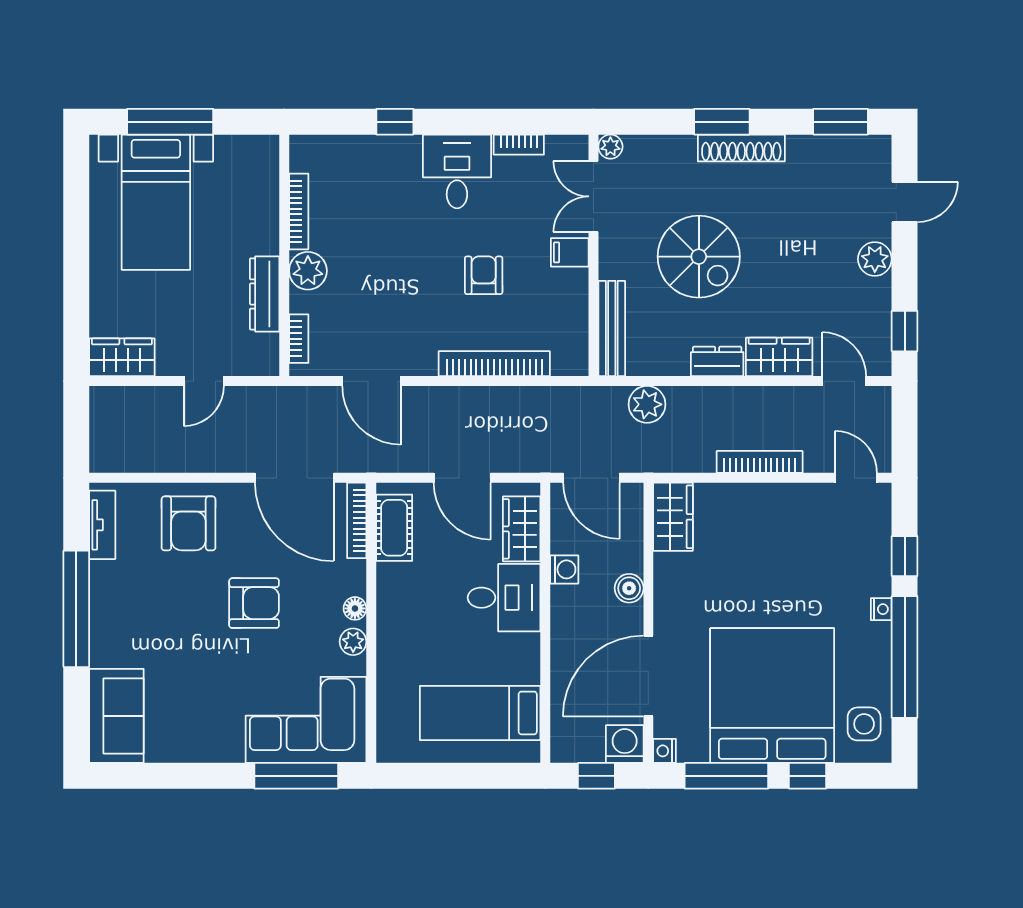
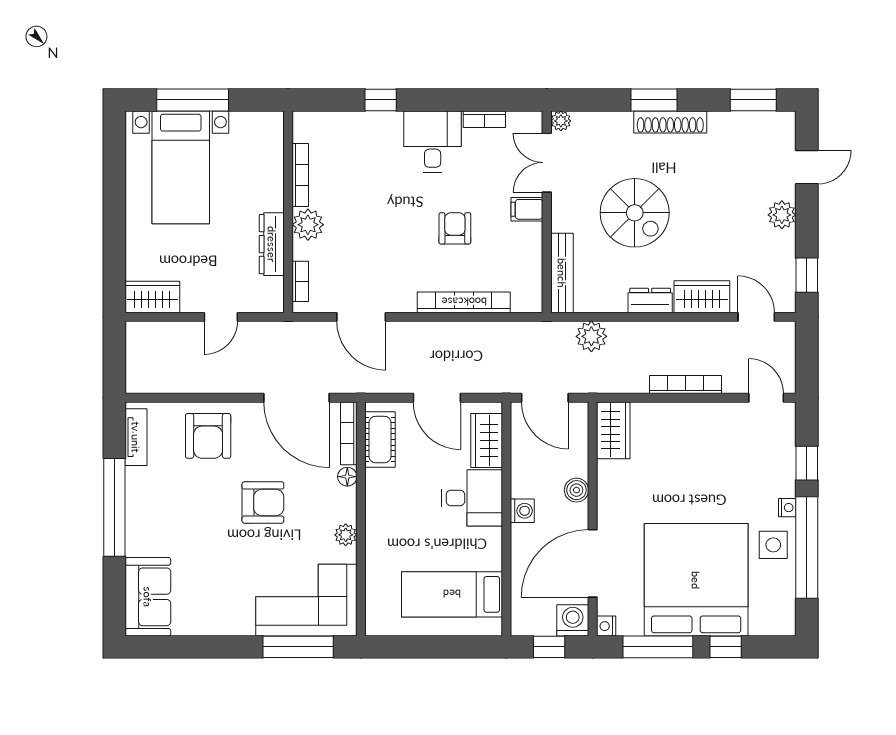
washing machine: (564, 569) -> (522, 511), moved
floor lamp: (355, 608) -> (347, 477), moved
side table: (864, 724) -> (773, 545), moved

